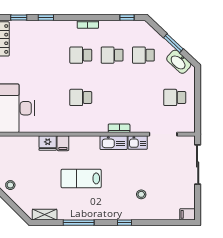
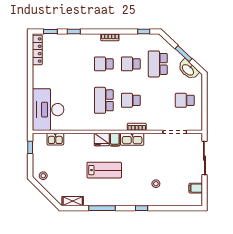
school desk: (143, 55) -> (158, 64), width x1.85
school desk: (81, 97) -> (104, 100), width x1.85
school desk: (112, 97) -> (131, 100), added
fridge: (48, 143) -> (102, 139), moved
filing cabinet: (63, 143) -> (115, 140), moved
kitchen sink: (138, 143) -> (55, 139), moved
lab bench: (81, 178) -> (104, 170), turned 180
filing cabinet: (187, 214) -> (196, 188), moved

